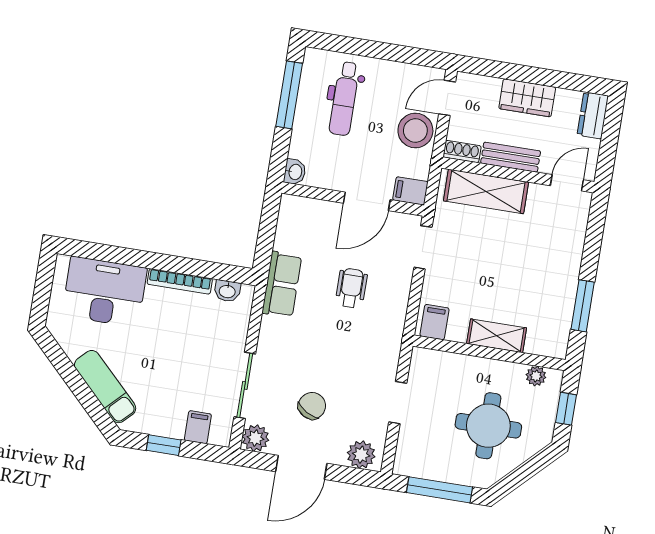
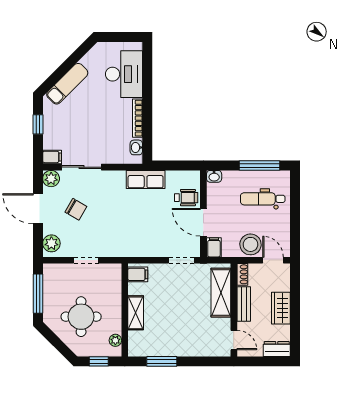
wheelchair: (351, 288) -> (186, 198), moved
filing cabinet: (198, 427) -> (52, 157), moved

